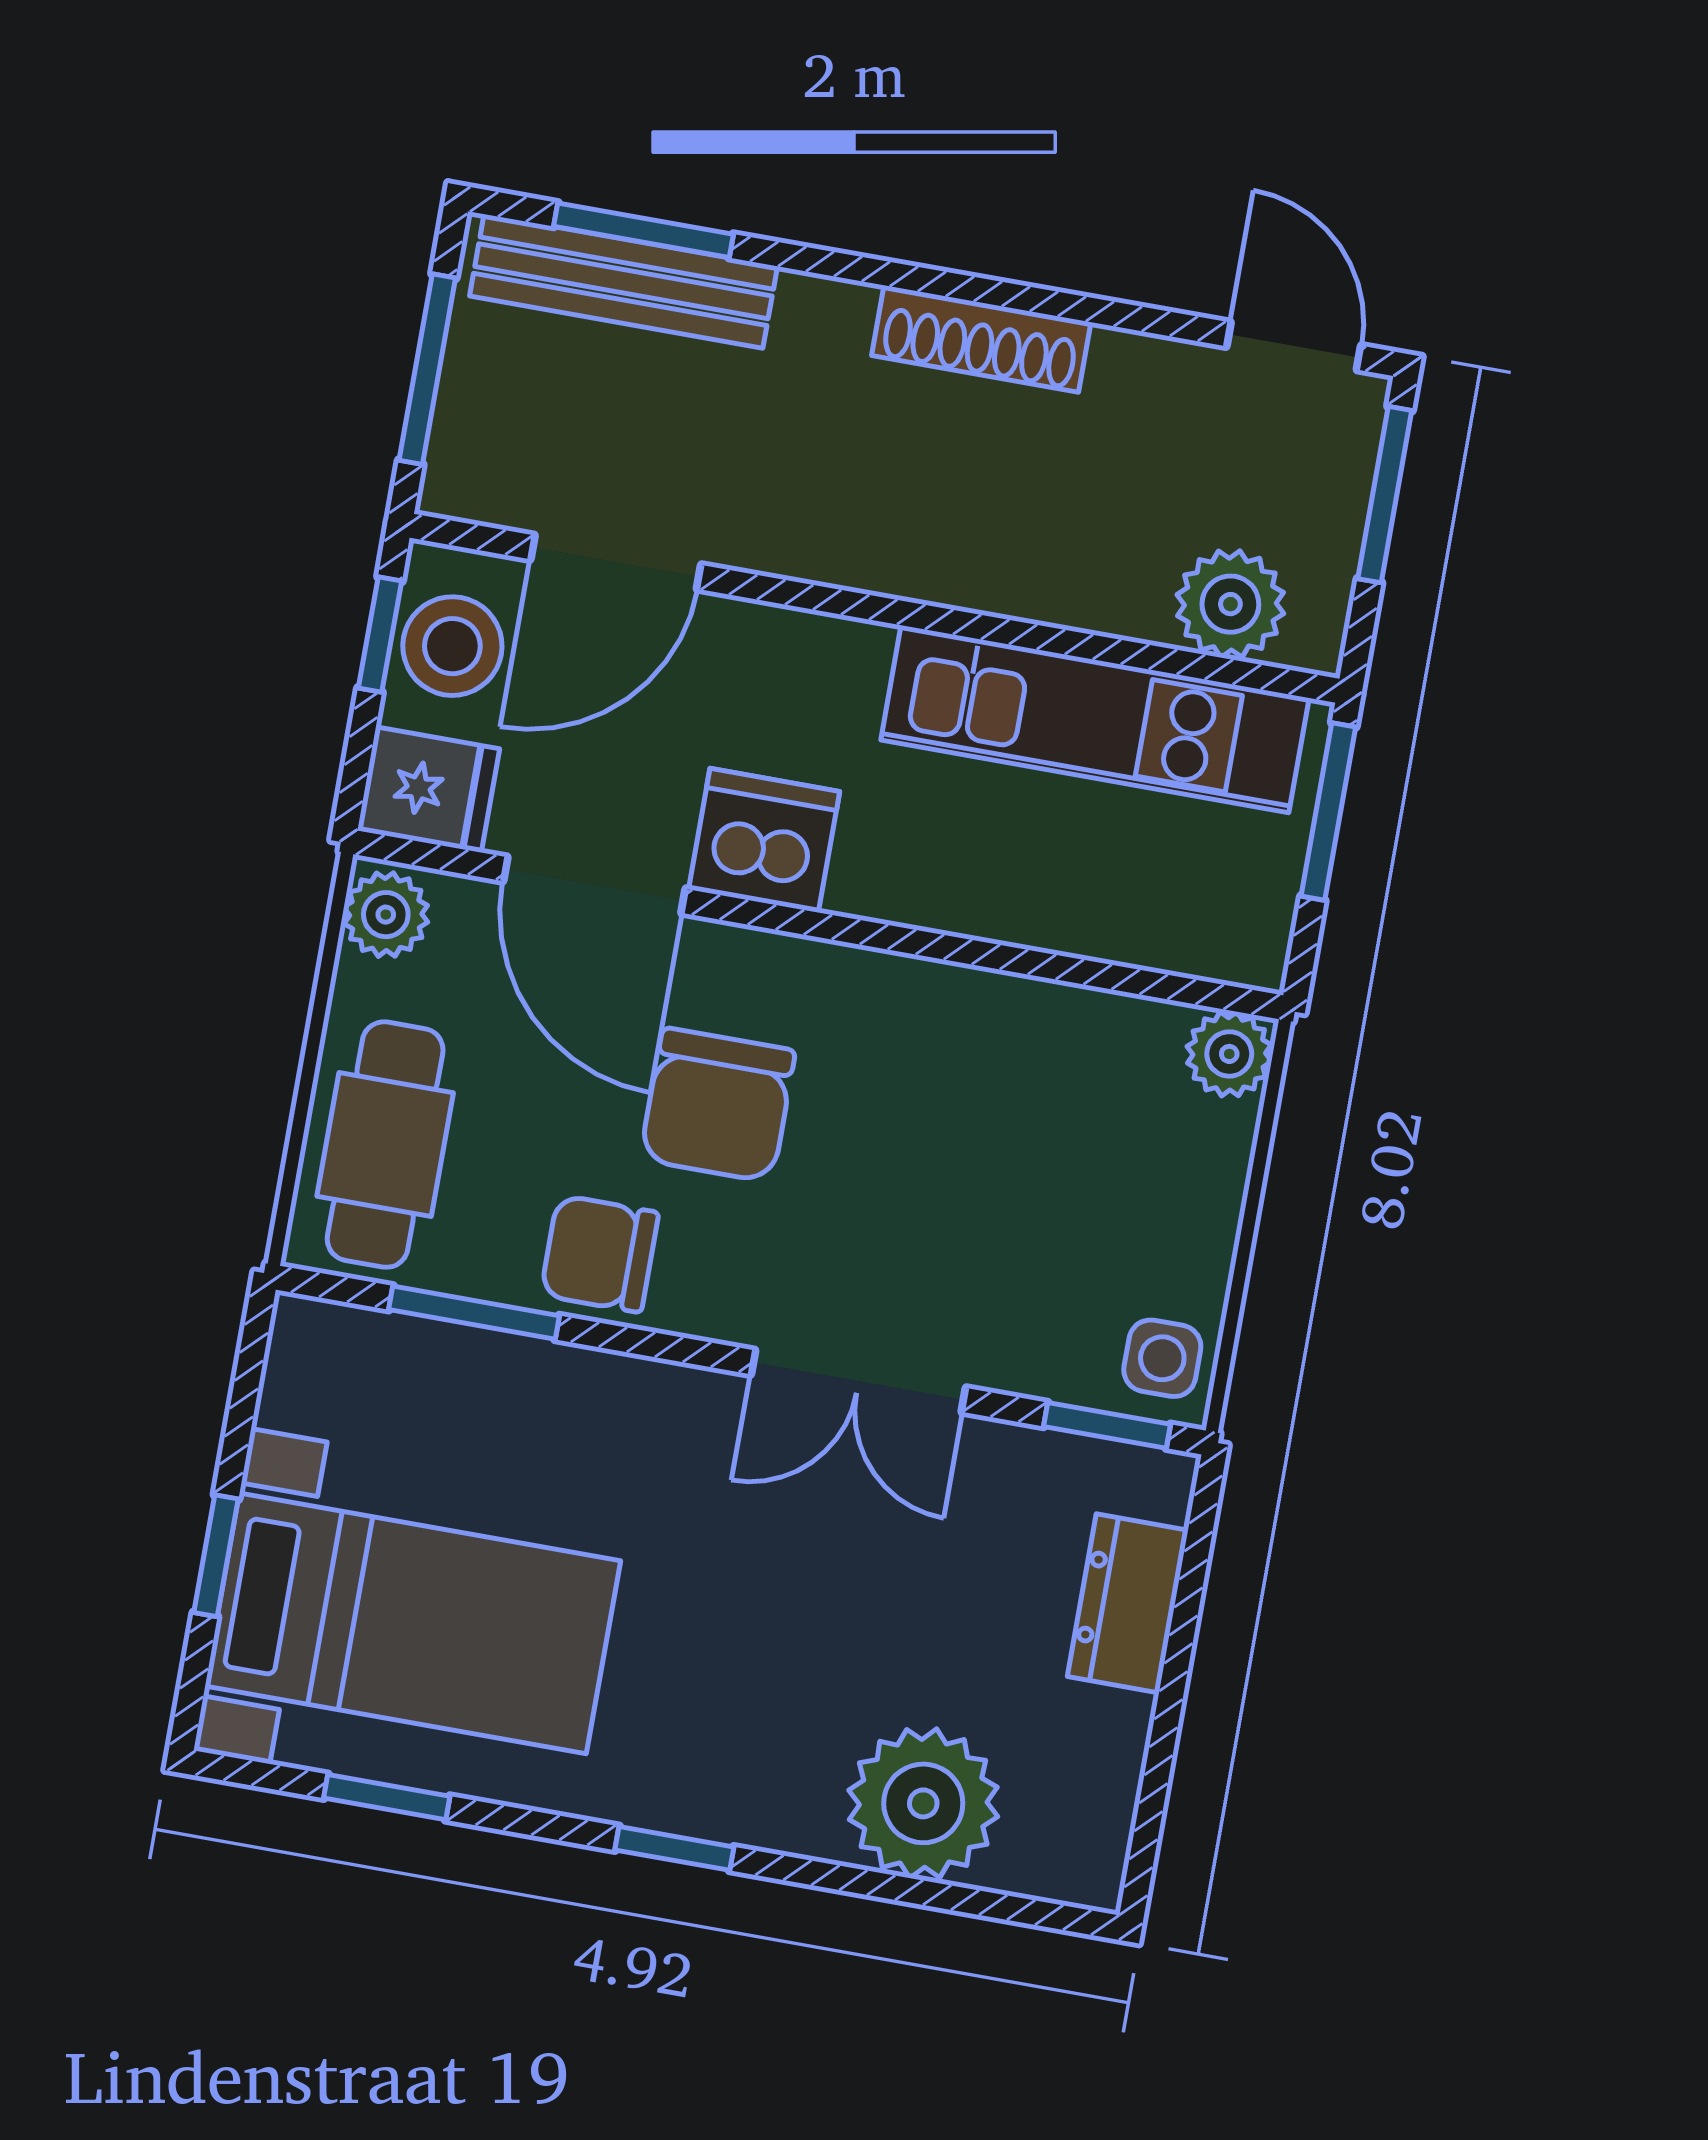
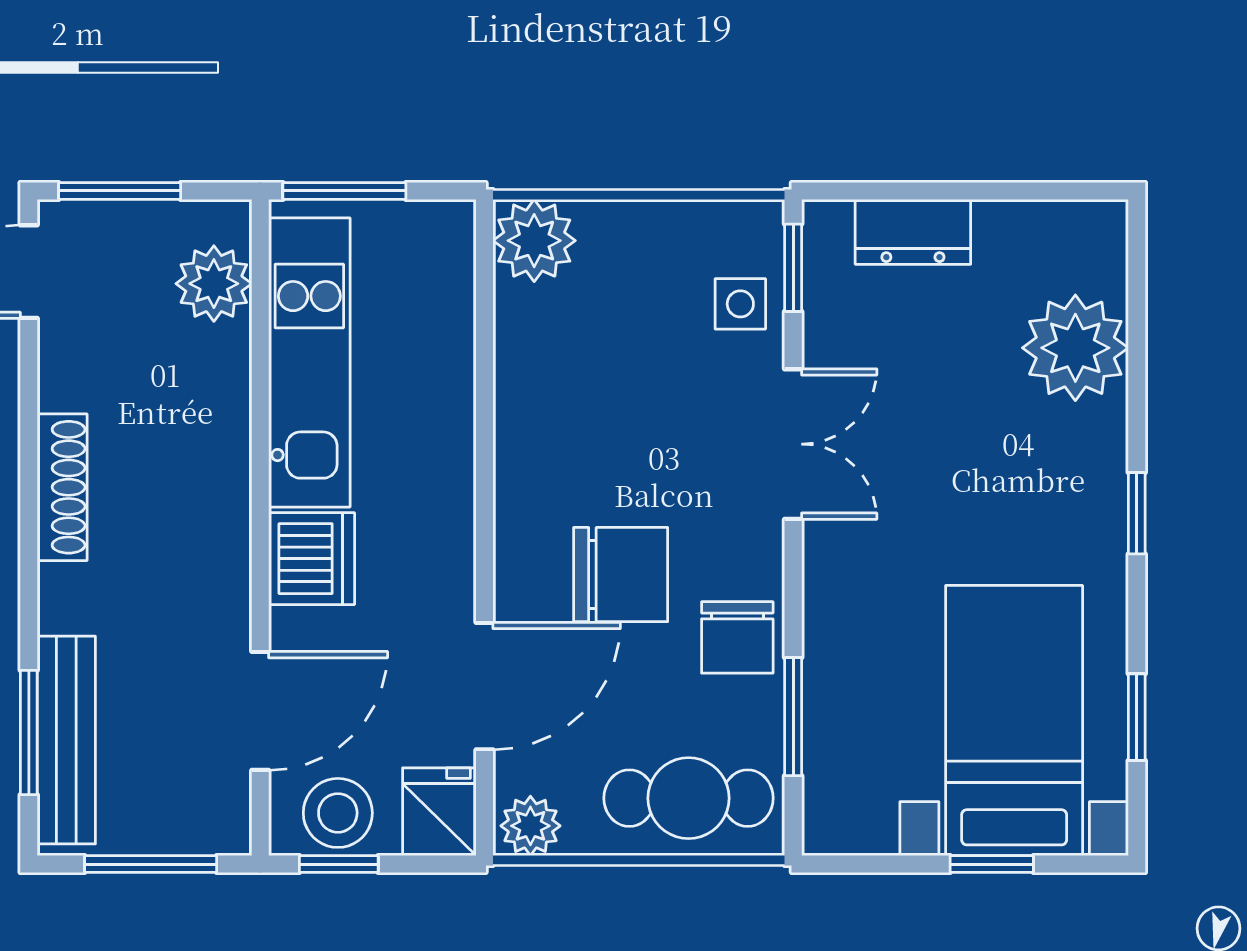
door: (616, 562) -> (260, 711), hinge flipped
dishwasher: (764, 840) -> (312, 559), moved, turned 180
plant: (1229, 1054) -> (534, 241), width x1.38, depth x1.38
side table: (1162, 1358) -> (740, 304), moved

